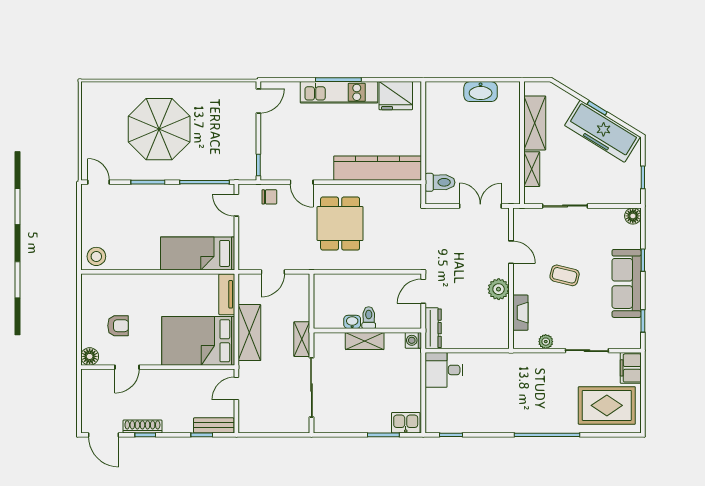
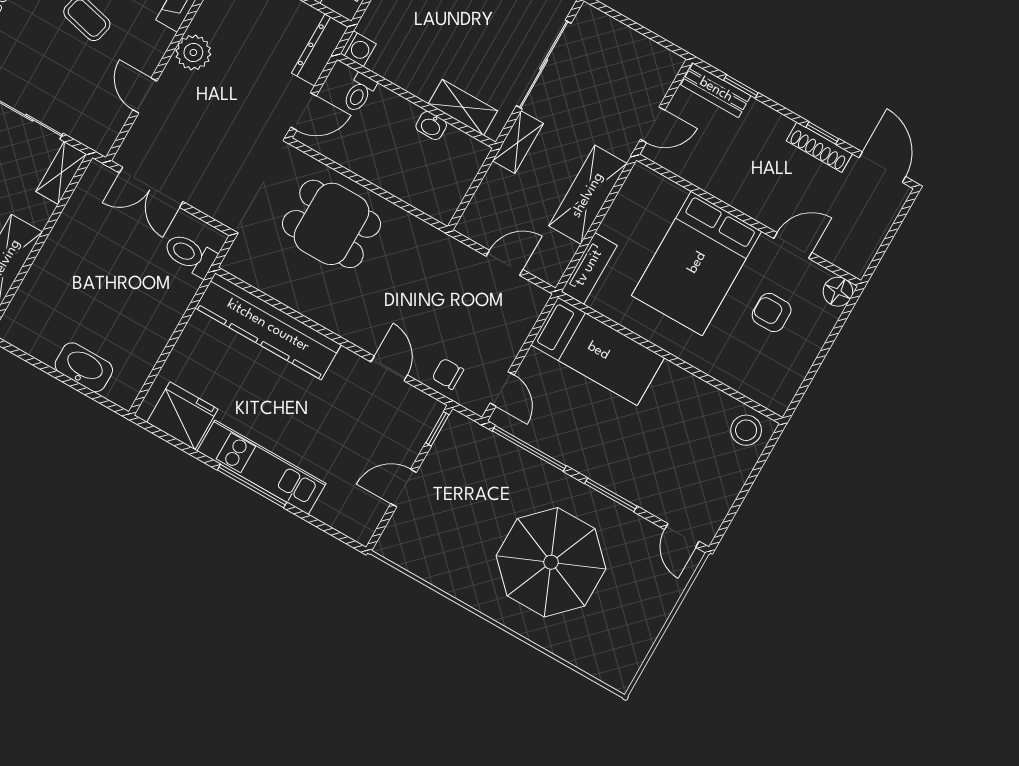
washbasin: (481, 92) -> (84, 367), moved
door: (258, 101) -> (404, 488), moved
shelving: (532, 169) -> (61, 173), moved
dining table: (340, 224) -> (331, 224), moved, turned 90
toilet: (369, 318) -> (359, 93), moved
bed: (198, 341) -> (697, 263), moved, turned 90
shelving: (365, 341) -> (463, 107), moved

